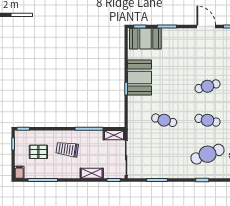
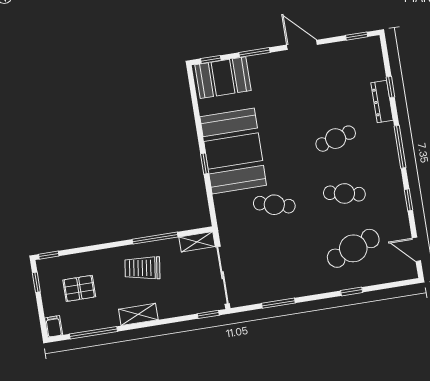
door: (206, 26) -> (302, 45), moved
booth: (140, 77) -> (233, 151), width x1.36, depth x1.42
trolley: (67, 149) -> (142, 268), moved
shelving: (92, 173) -> (138, 314), moved

